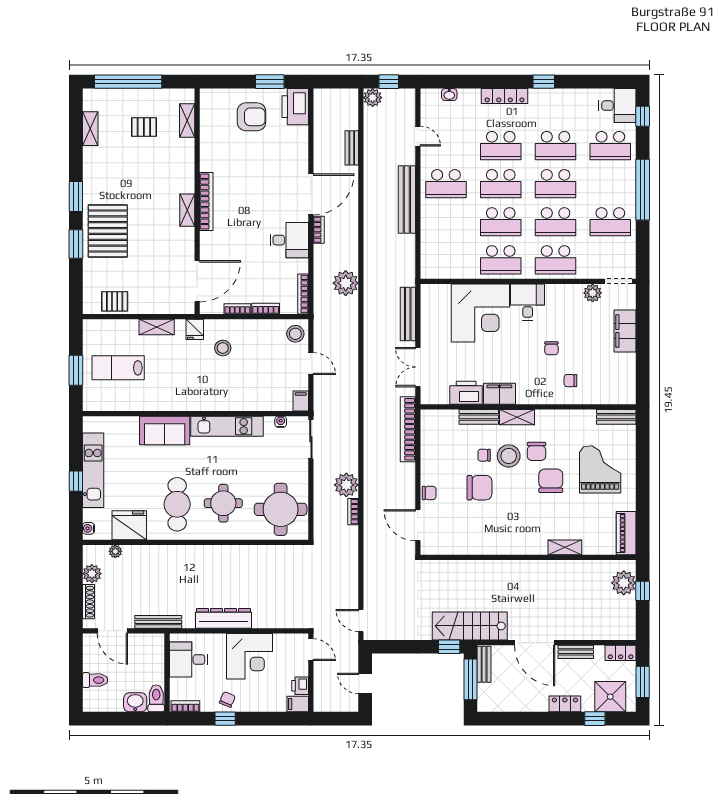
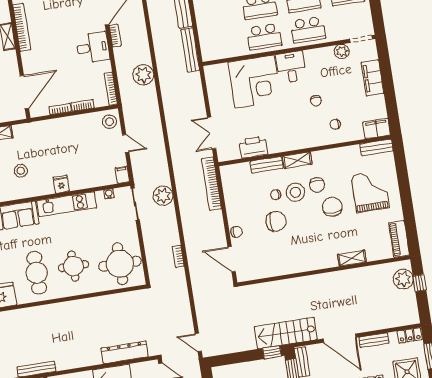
bench: (408, 314) -> (190, 50), moved
fridge: (195, 329) -> (61, 184), moved, turned 180
stool: (223, 348) -> (21, 171), moved
filing cabinet: (499, 394) -> (377, 129), moved
plant: (346, 485) -> (163, 196), moved
dresser: (223, 618) -> (125, 352), moved

